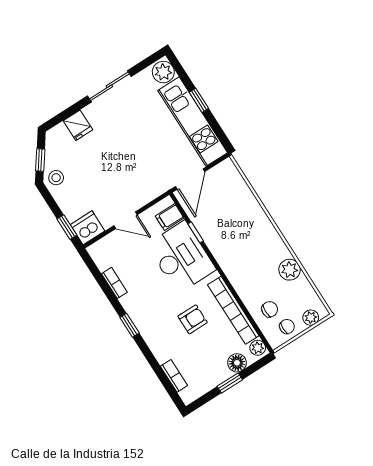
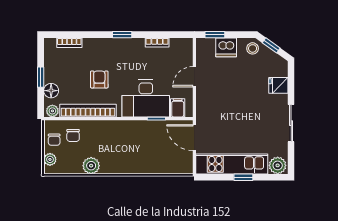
dishwasher: (87, 228) -> (226, 47), moved, turned 90
armchair: (193, 319) -> (99, 79), turned 180

